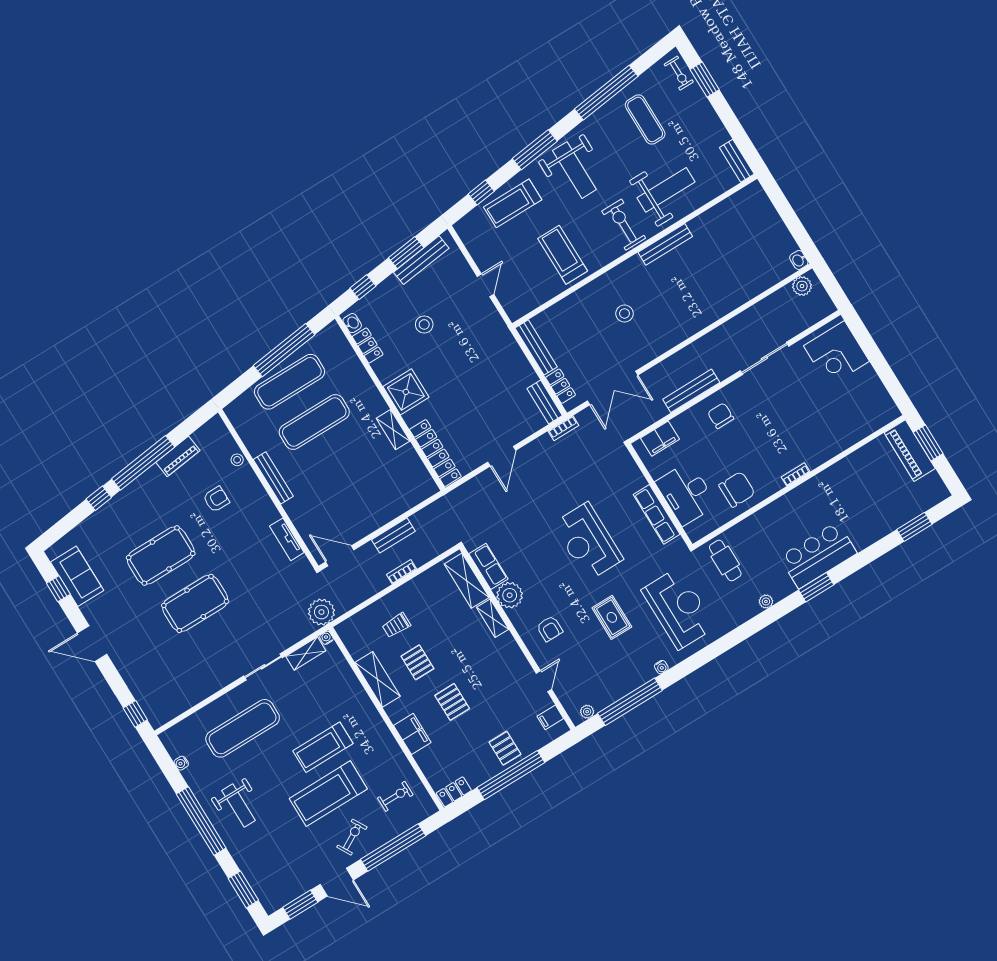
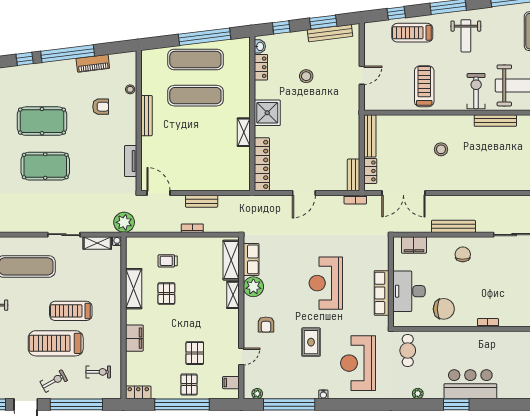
weight bench: (574, 170) -> (466, 36), width x0.73, depth x0.75
reception desk: (679, 609) -> (358, 363), turned 180
pallet: (452, 702) -> (195, 353), moved

